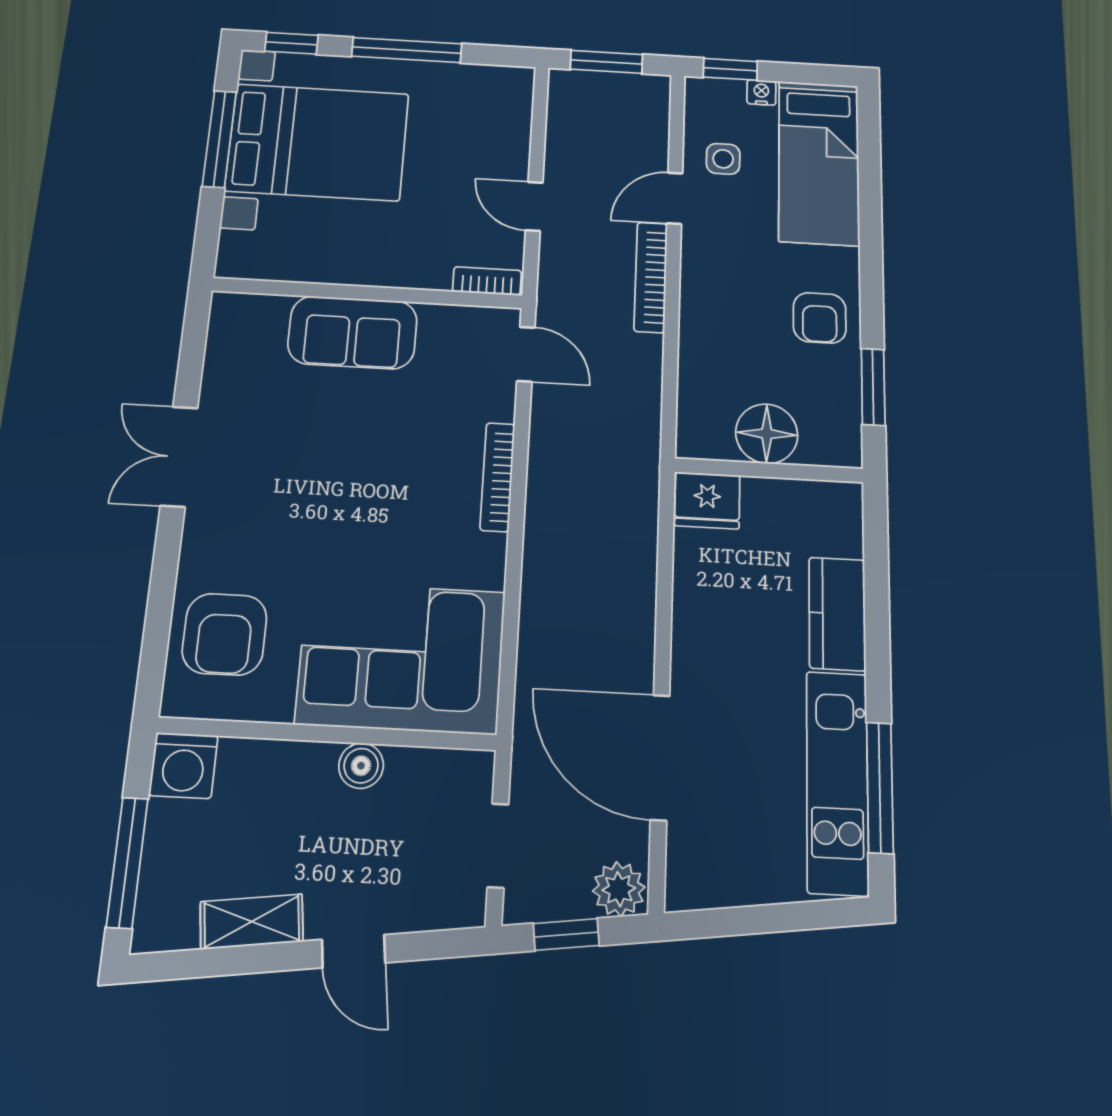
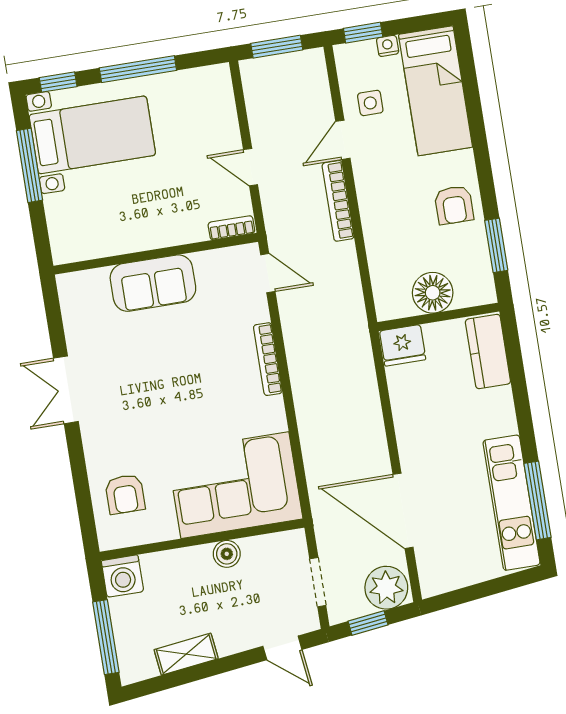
bed with nightstands: (317, 142) -> (92, 135), width x0.73
kitchen counter: (837, 614) -> (488, 351), moved
armchair: (225, 634) -> (125, 494), width x0.72, depth x0.72
plant: (619, 889) -> (386, 588), width x1.36, depth x1.36
door: (354, 951) -> (282, 648), moved

